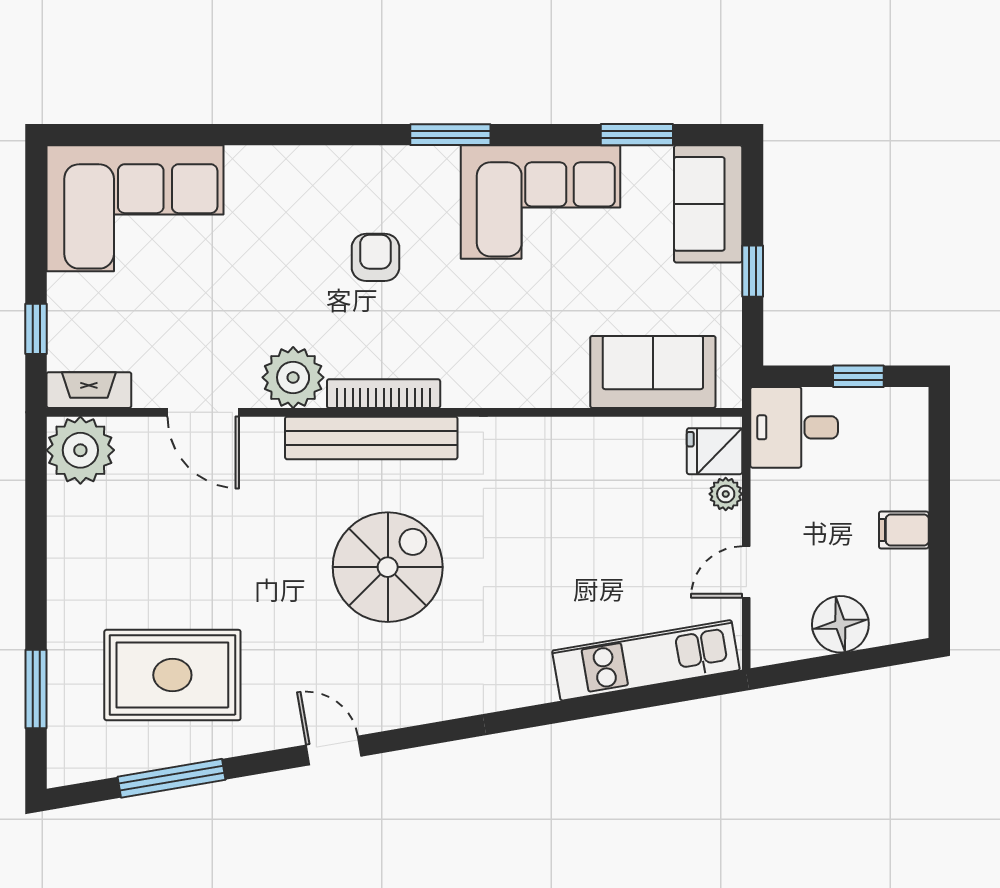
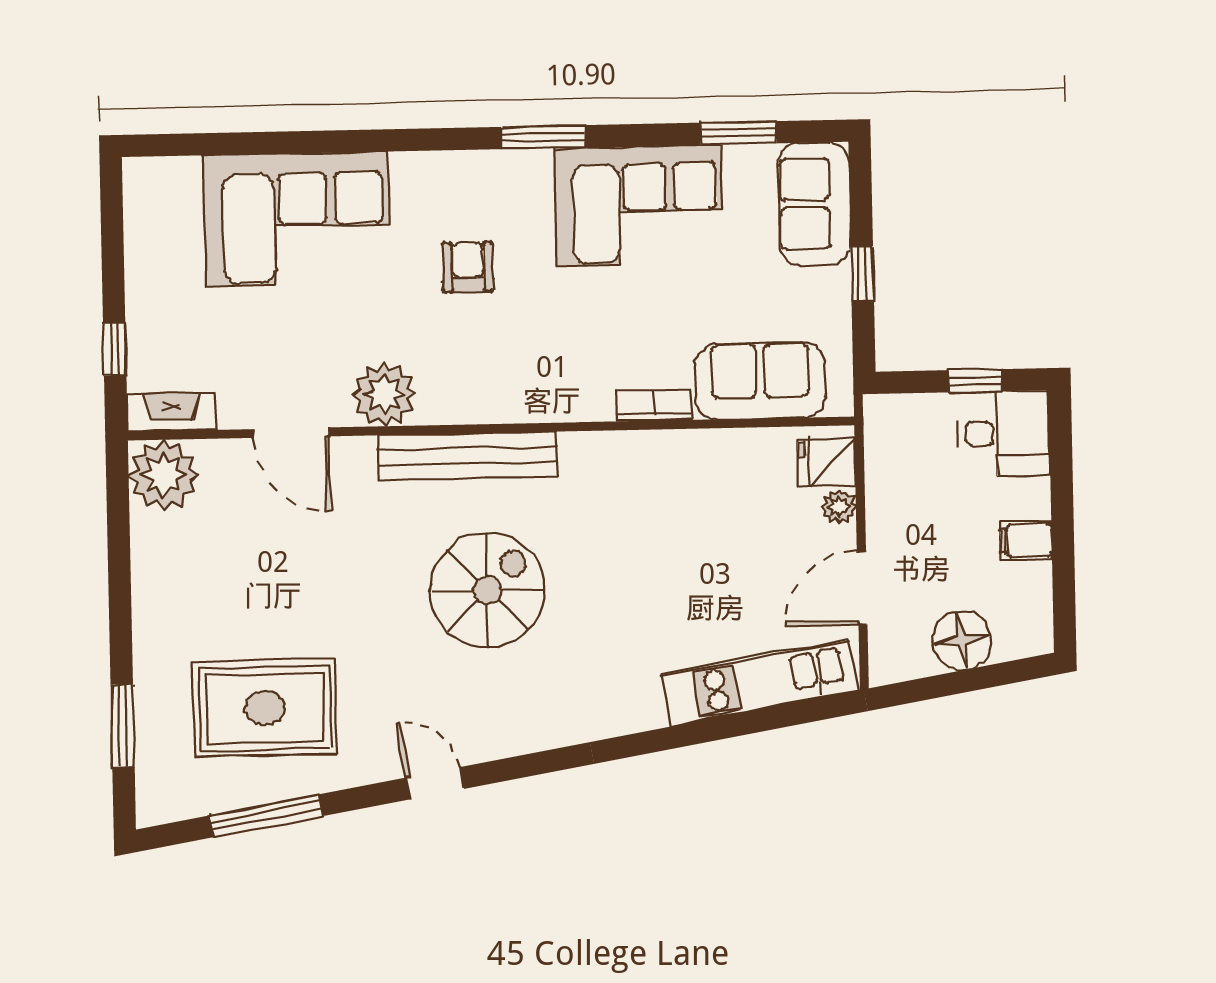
corner sofa: (135, 208) -> (297, 219), moved
bookcase: (384, 394) -> (654, 406), moved, width x0.64
desk: (794, 427) -> (1004, 433), moved, turned 180
door: (746, 572) -> (862, 588), width x1.38

